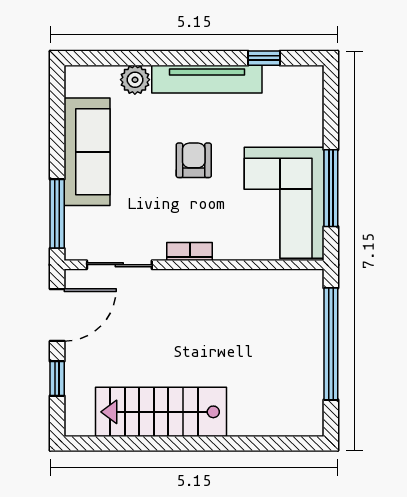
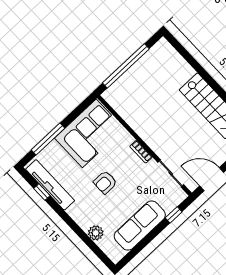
tv unit: (207, 79) -> (50, 185), moved
window: (331, 188) -> (48, 139), moved
window: (57, 214) -> (174, 215), width x0.46

